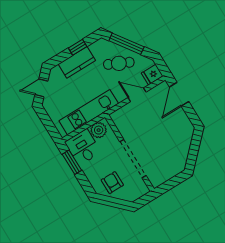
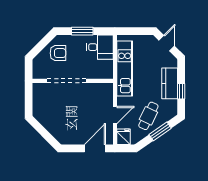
window: (126, 44) -> (160, 131), width x0.69
door: (179, 94) -> (95, 148), hinge flipped
plant: (99, 130) -> (106, 68), removed
window: (72, 162) -> (82, 31), moved

